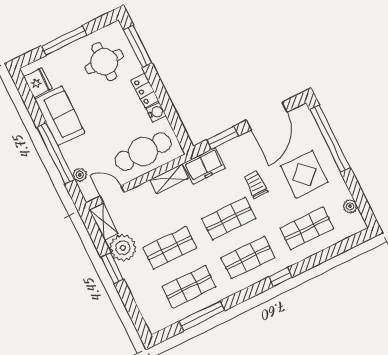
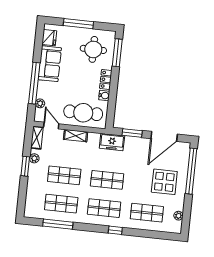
shelving: (169, 179) -> (76, 136), moved
trolley: (256, 184) -> (134, 170), removed
plant: (123, 248) -> (34, 158), width x0.53, depth x0.53

